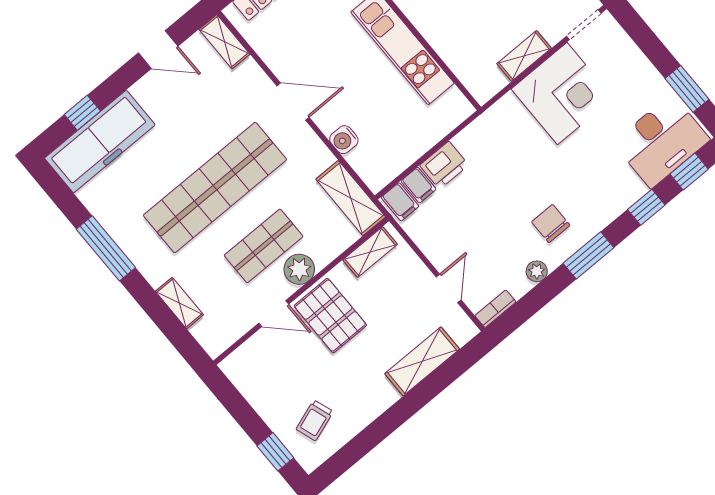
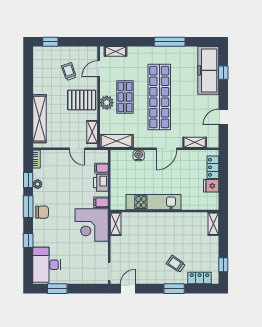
shelving: (224, 42) -> (195, 142), moved
shelving: (524, 56) -> (116, 224), moved
corner desk: (562, 94) -> (92, 225), moved
window: (689, 172) -> (28, 180), moved
filing cabinet: (400, 202) -> (101, 202), moved
chair: (551, 224) -> (42, 212), moved
door: (449, 288) -> (77, 149), moved
shelving: (179, 303) -> (115, 51), moved
door: (274, 314) -> (99, 69), moved
shelving: (422, 361) -> (39, 119), width x1.47
trolley: (315, 420) -> (69, 72), moved

